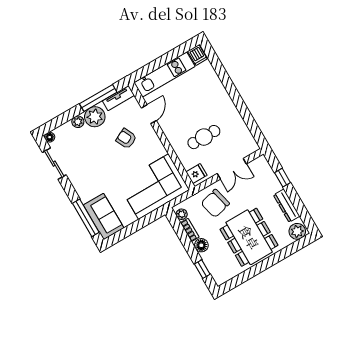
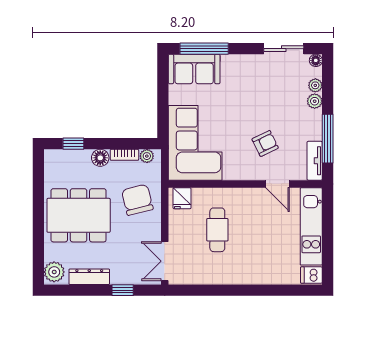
plant: (95, 117) -> (315, 85), moved, width x0.53, depth x0.53
double door: (232, 169) -> (165, 261), moved

